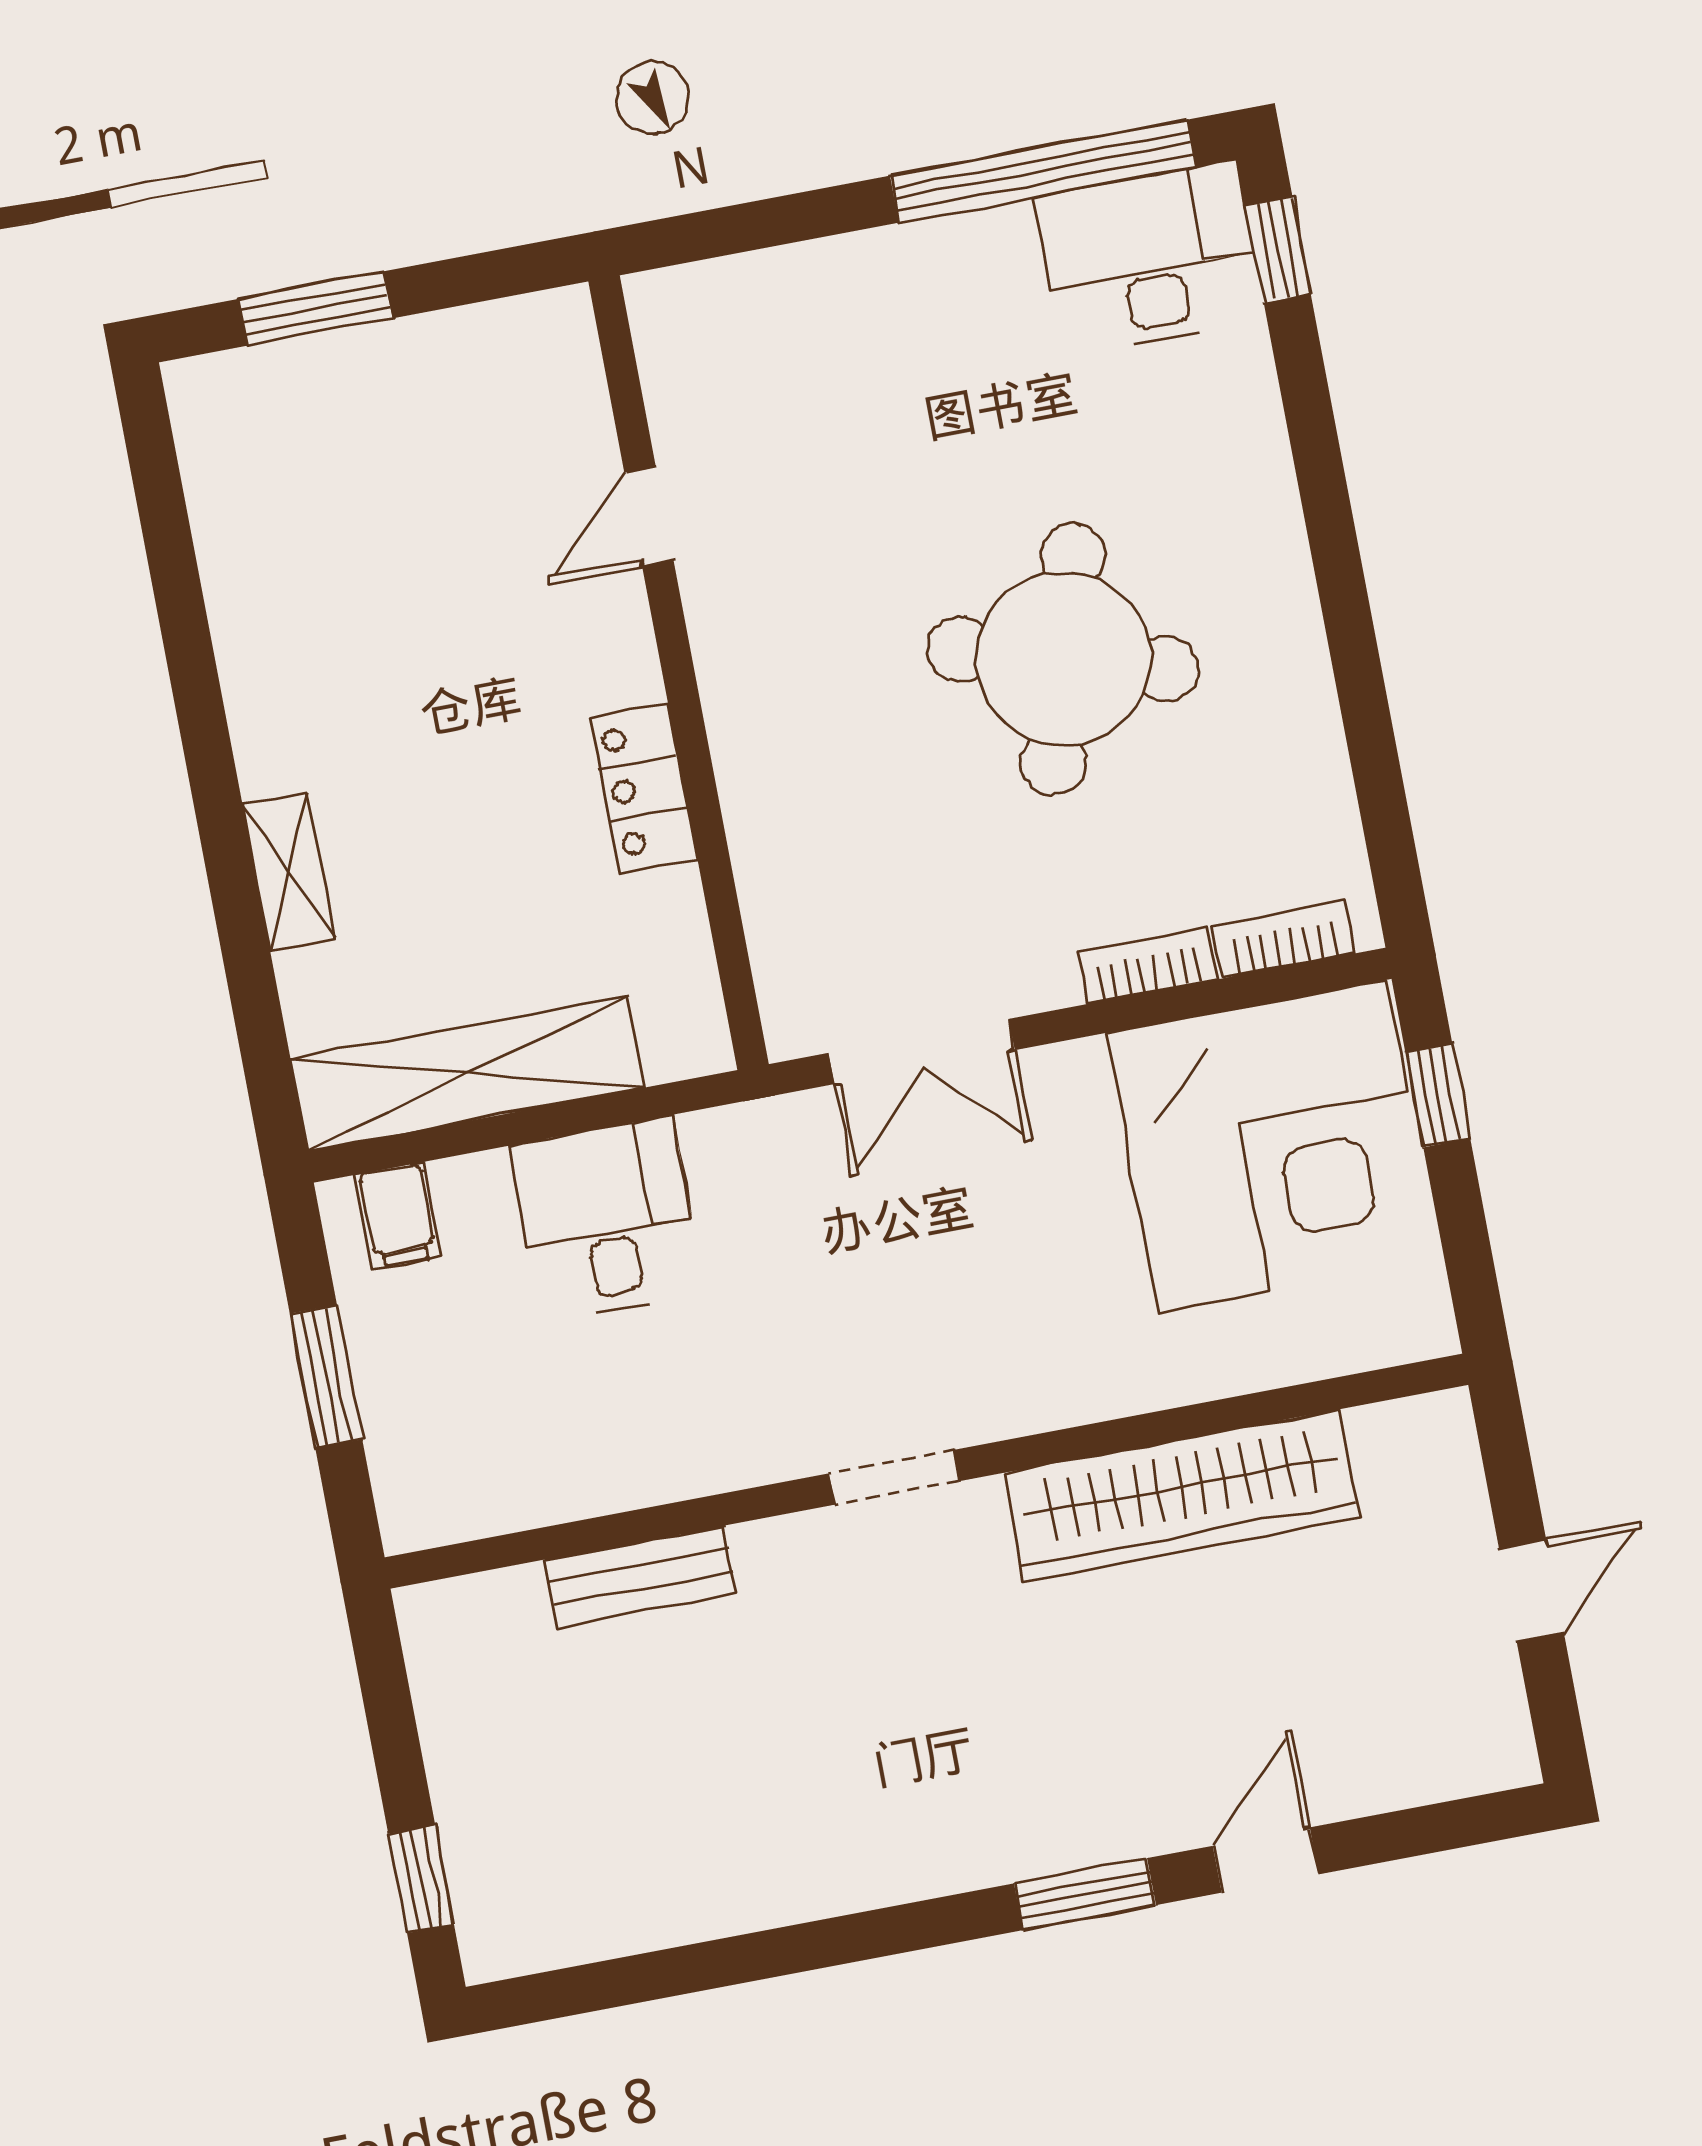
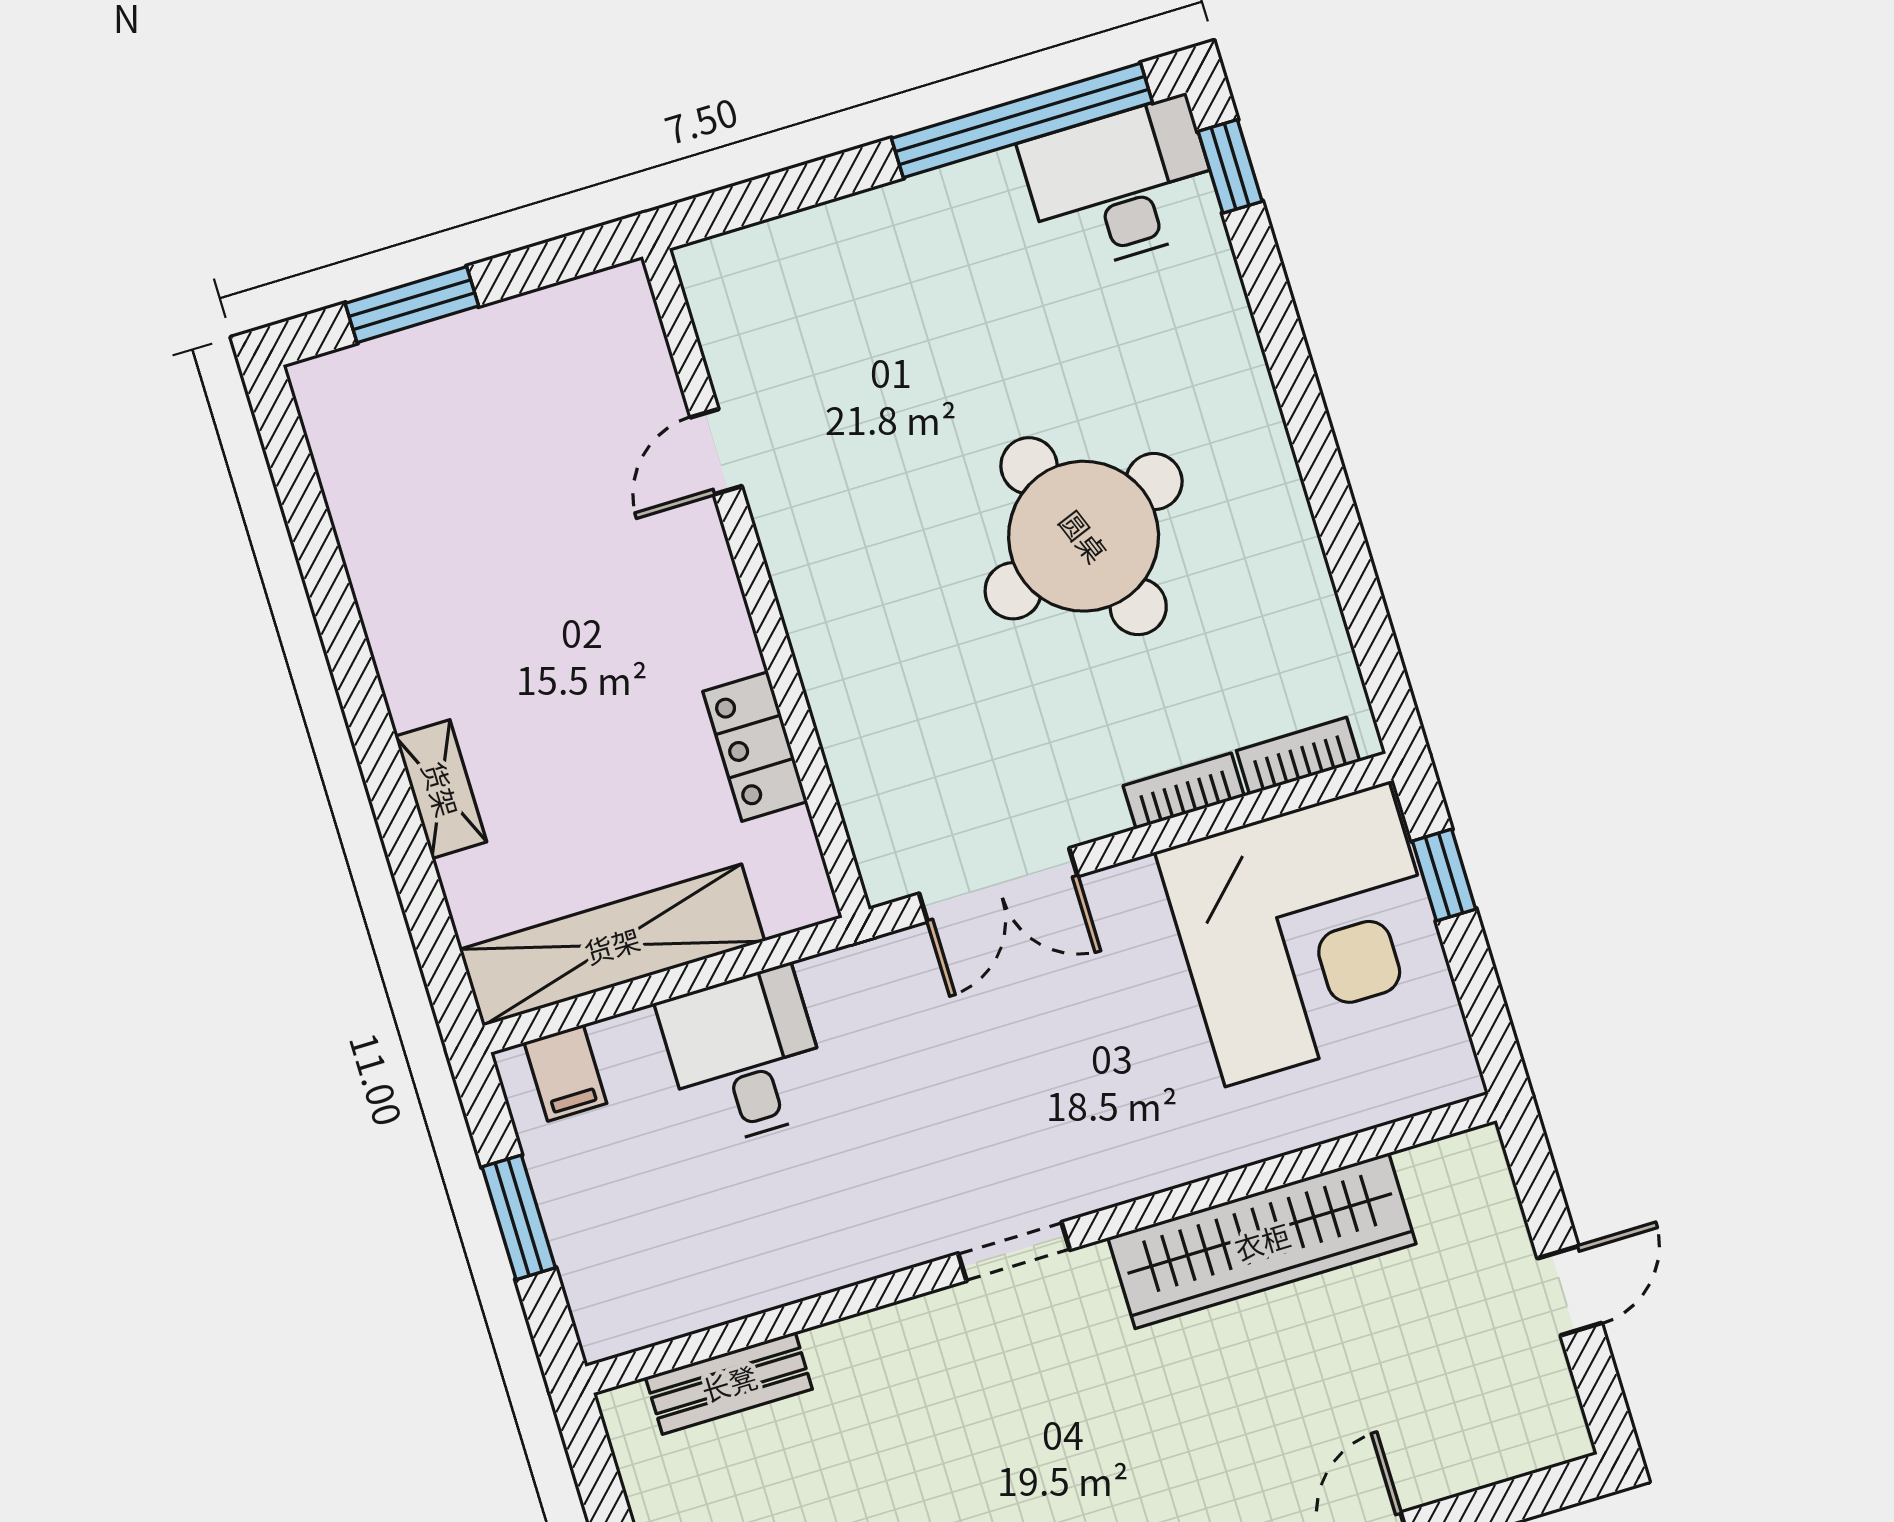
round table: (1063, 659) -> (1084, 536), turned -37
locker: (644, 788) -> (755, 746), moved
bench: (641, 1577) -> (729, 1383), moved

